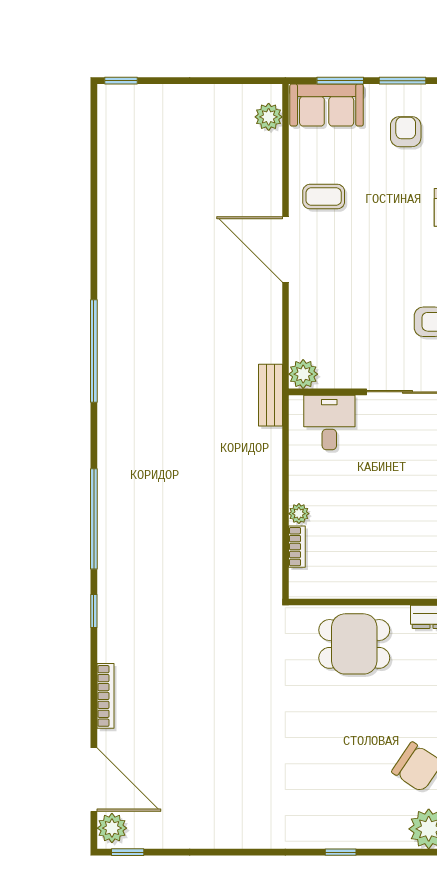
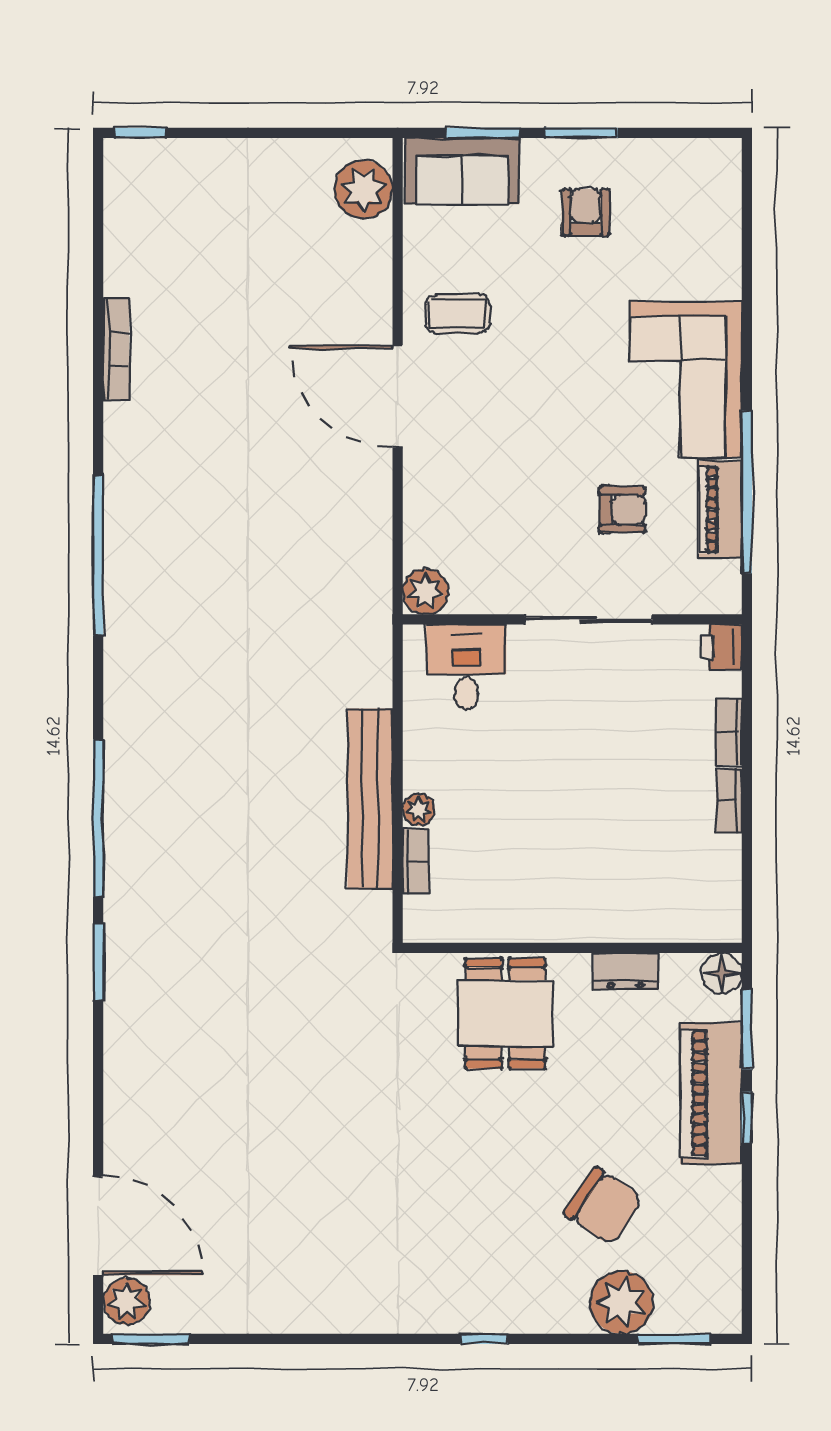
plant: (269, 117) -> (363, 189), width x1.36, depth x1.36
bench: (270, 395) -> (370, 799), moved, width x1.86, depth x1.21
window: (94, 611) -> (98, 962), width x1.50
dining table: (354, 644) -> (505, 1013), turned 90
bookcase: (105, 696) -> (116, 349), moved
window: (128, 852) -> (151, 1339), width x1.50

